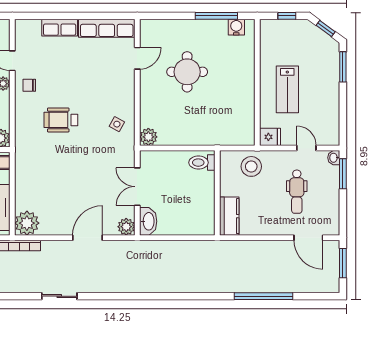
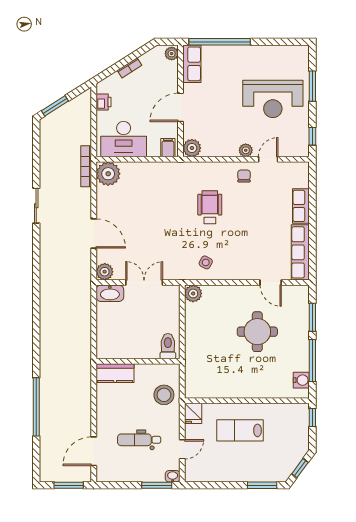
window: (172, 16) -> (312, 317), added
window: (287, 16) -> (312, 417), moved

